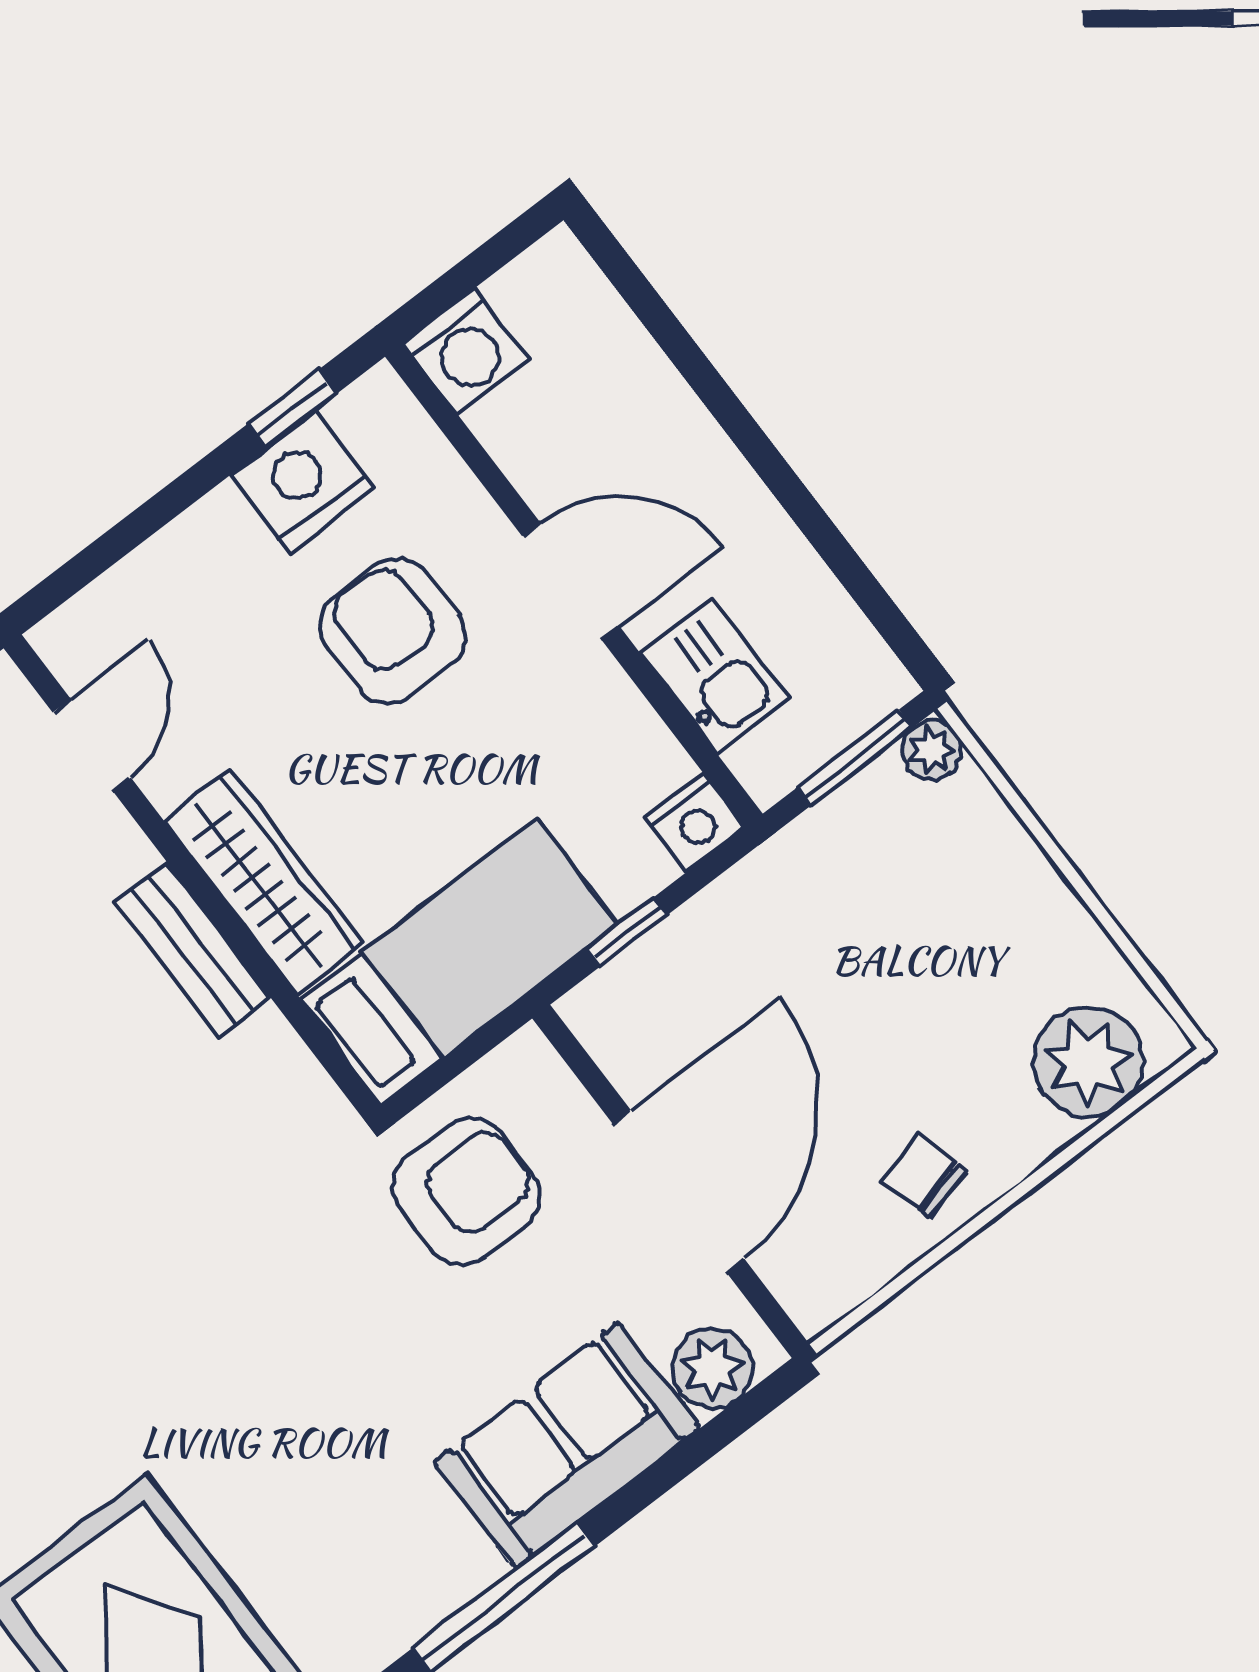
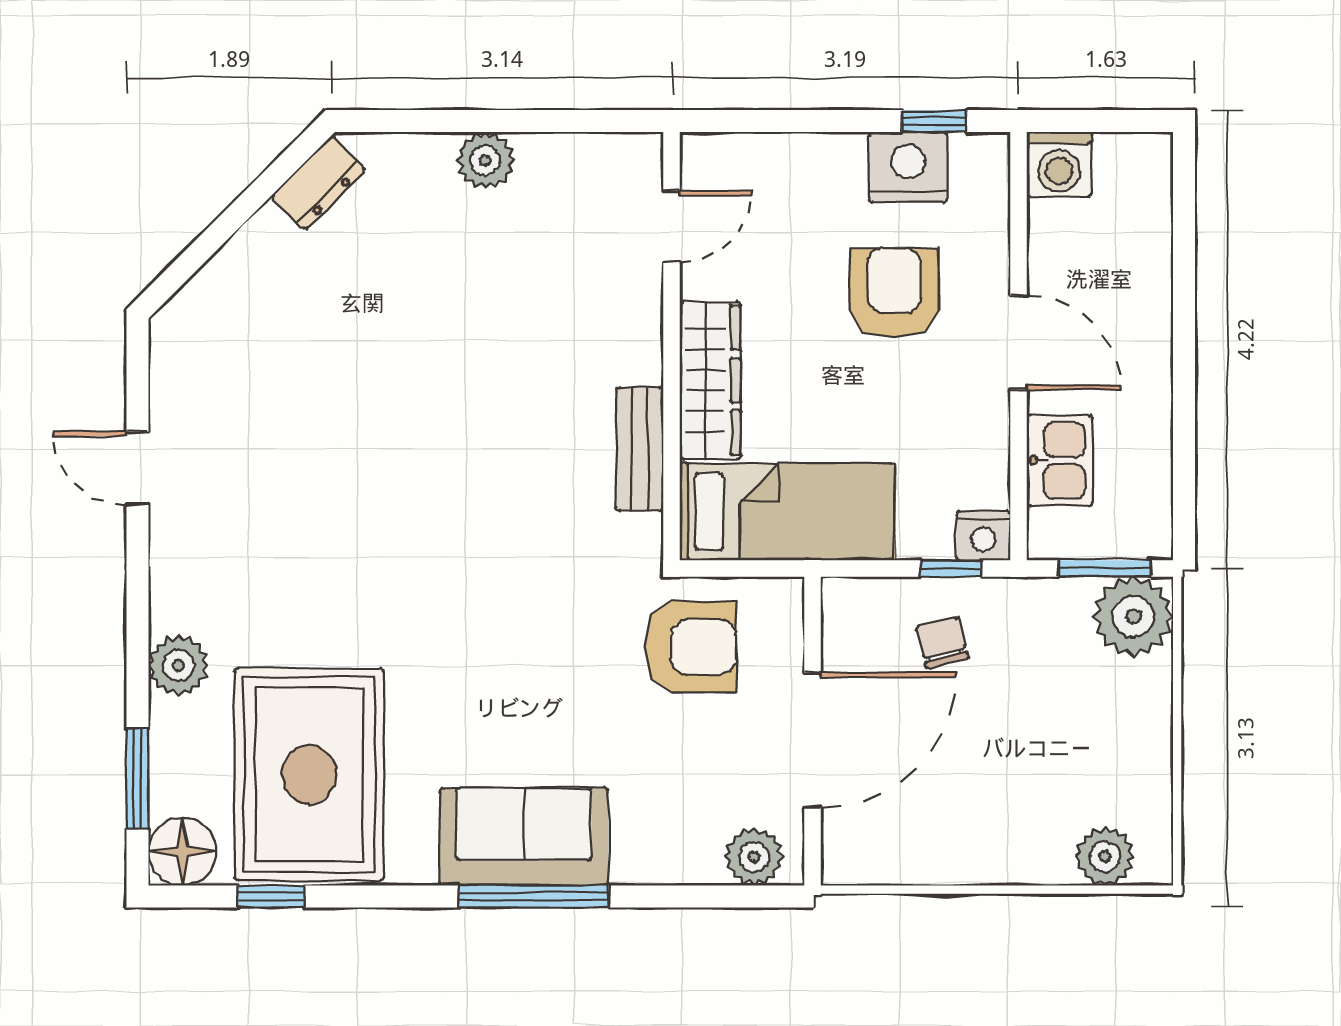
plant: (932, 750) -> (1133, 616), width x1.87, depth x1.87
window: (627, 932) -> (951, 568), moved
bench: (193, 950) -> (640, 449), moved
plant: (1089, 1062) -> (1105, 856), width x0.73, depth x0.73
chair: (924, 1176) -> (942, 642), moved
sofa: (567, 1445) -> (524, 837), moved

